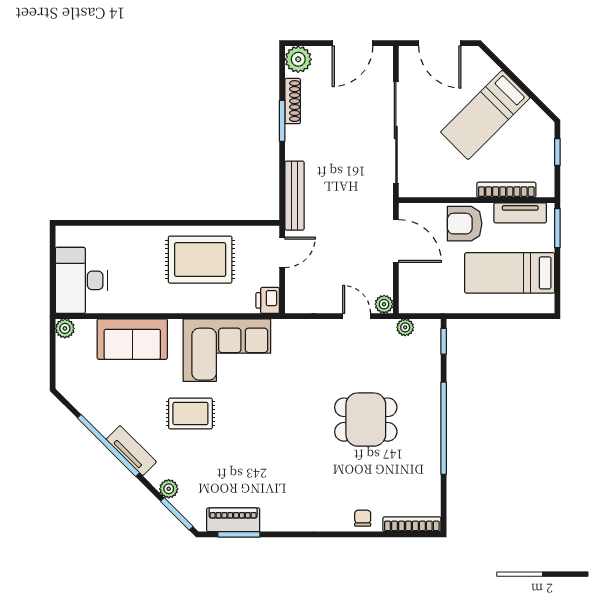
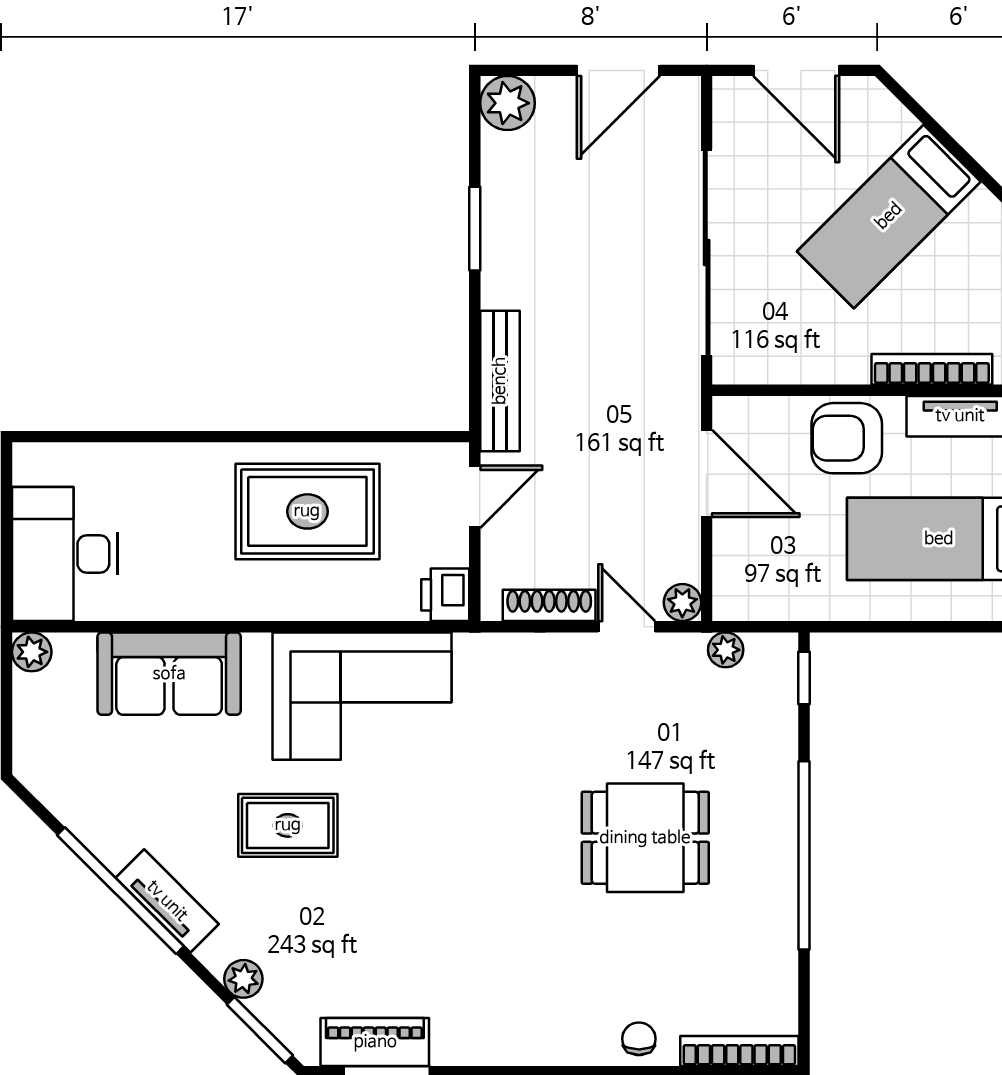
shoe rack: (293, 101) -> (549, 605), moved, turned -90

